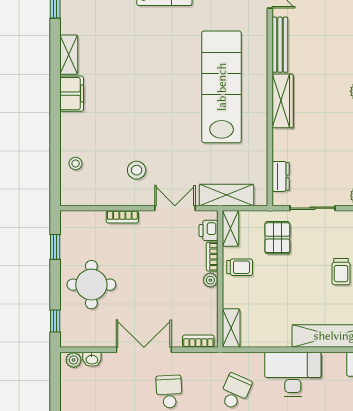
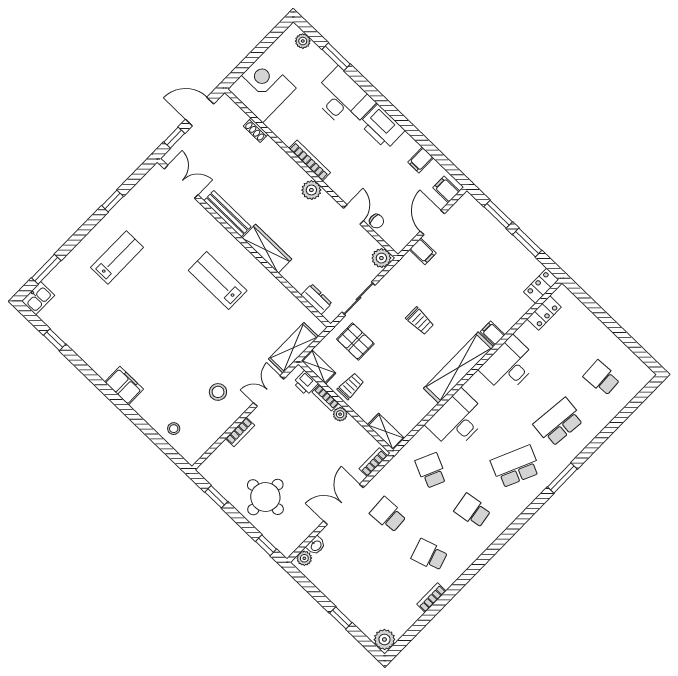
shelving: (69, 55) -> (96, 362), removed
lab bench: (222, 87) -> (218, 280), width x0.54, depth x0.72

